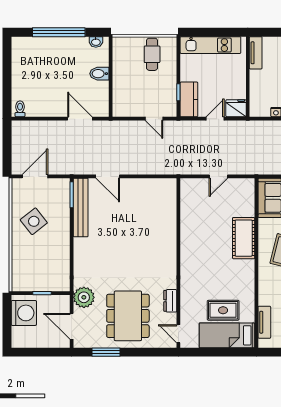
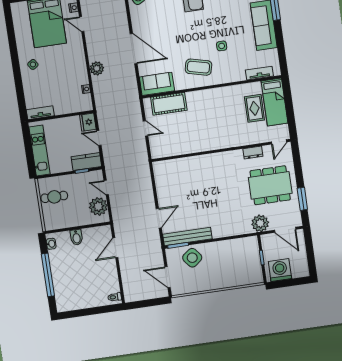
plant: (133, 106) -> (98, 206), added
door: (154, 119) -> (106, 188), swing flipped
side table: (34, 221) -> (192, 258), moved
cot: (244, 238) -> (169, 104), moved
door: (72, 326) -> (285, 230), hinge flipped

